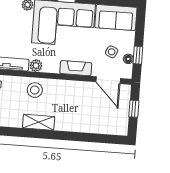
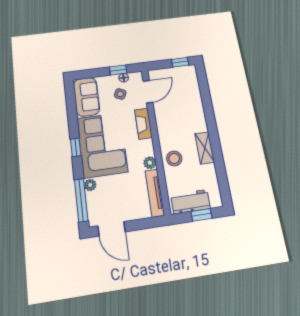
window: (134, 109) -> (180, 62), moved

